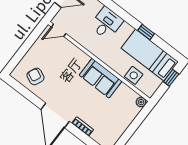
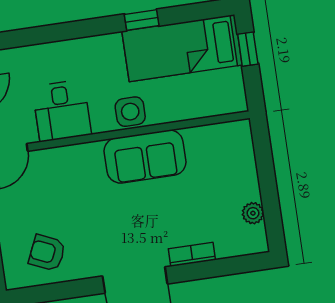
desk: (106, 23) -> (62, 111), moved, turned 180
side table: (134, 75) -> (130, 112), moved
plant: (141, 102) -> (253, 213), moved

